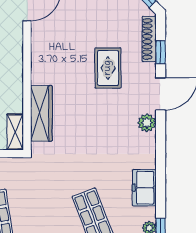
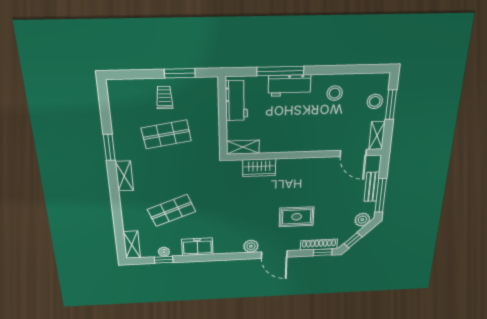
window: (161, 52) -> (323, 252), moved
wardrobe: (41, 113) -> (259, 168), width x0.67

